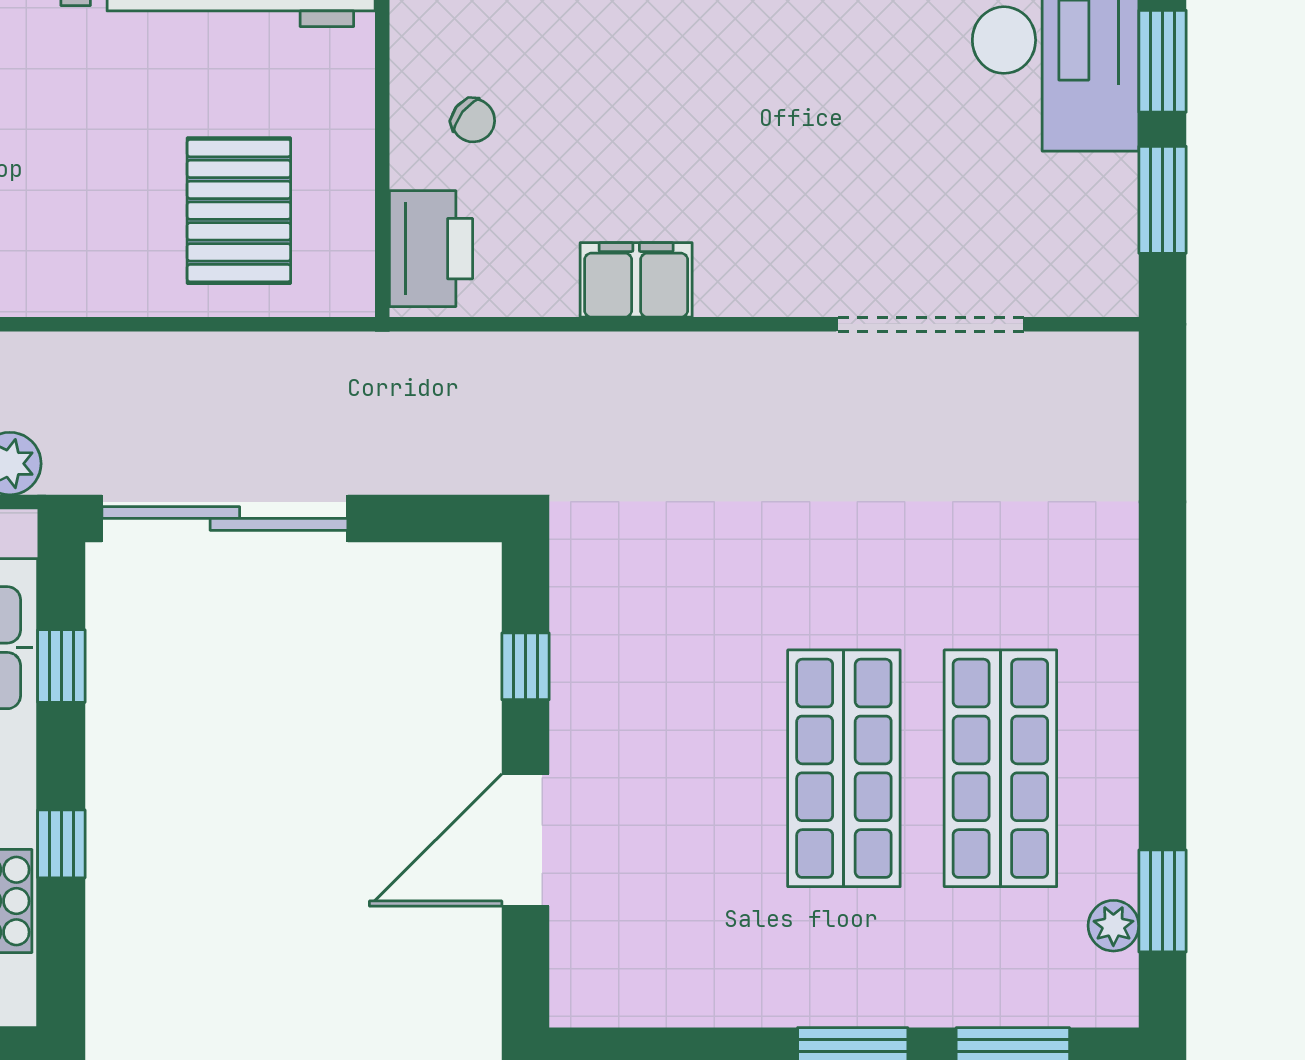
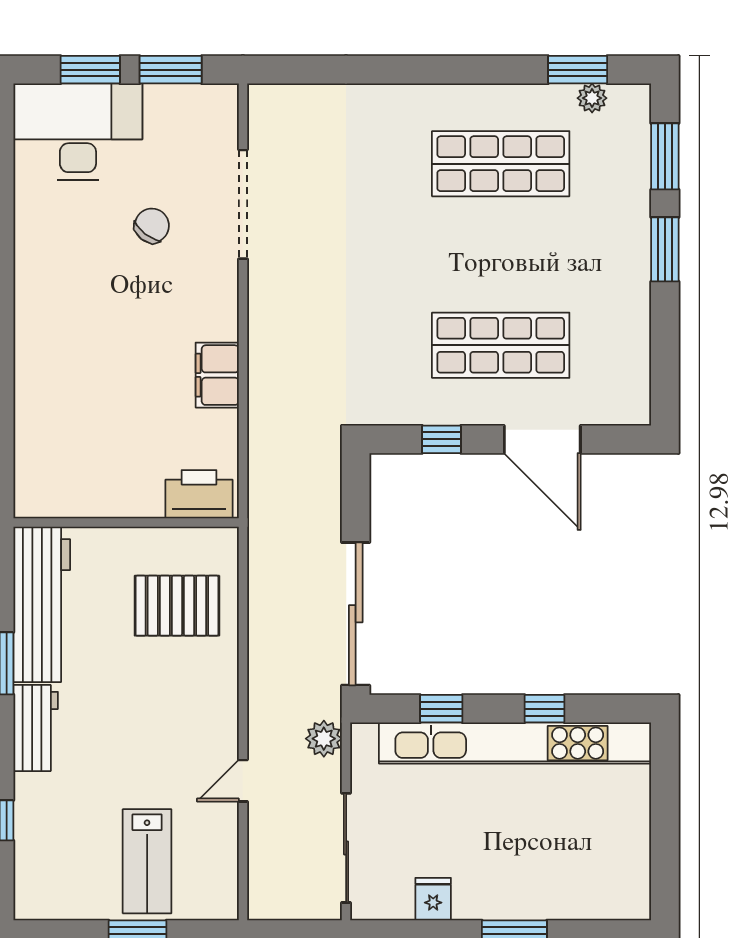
chair: (473, 120) -> (152, 226), moved, width x1.37, depth x1.37
shop shelf: (844, 768) -> (501, 345), moved

